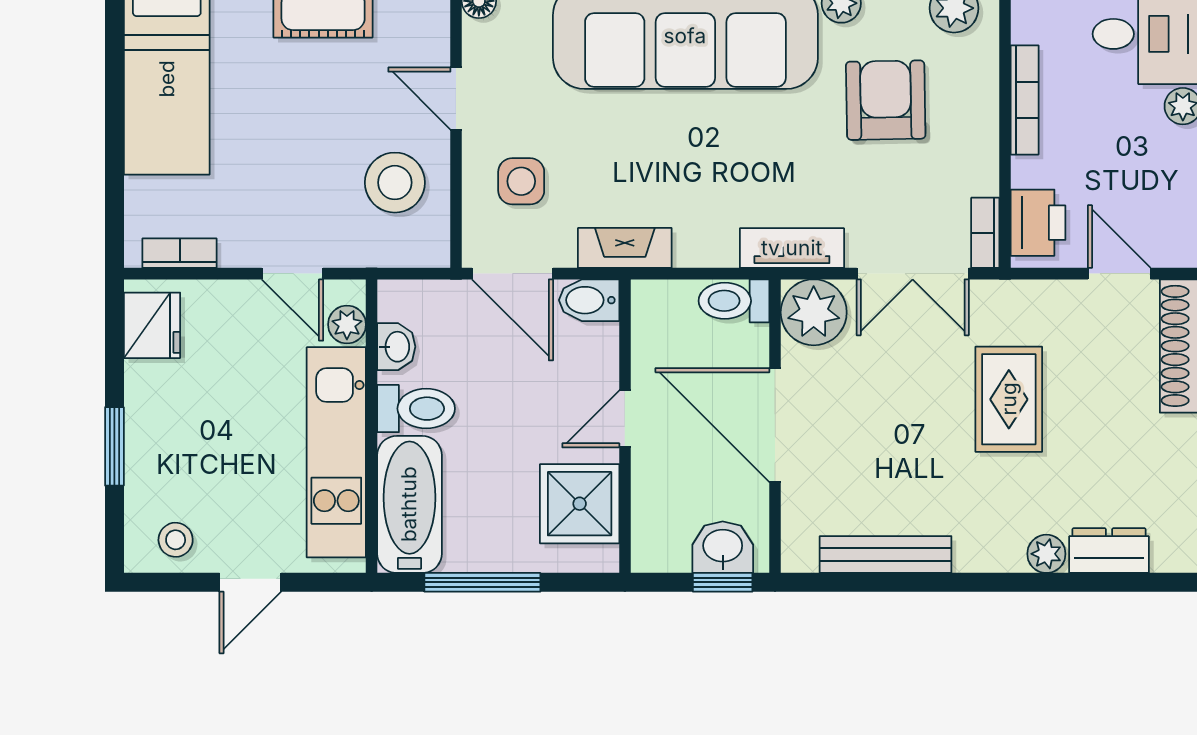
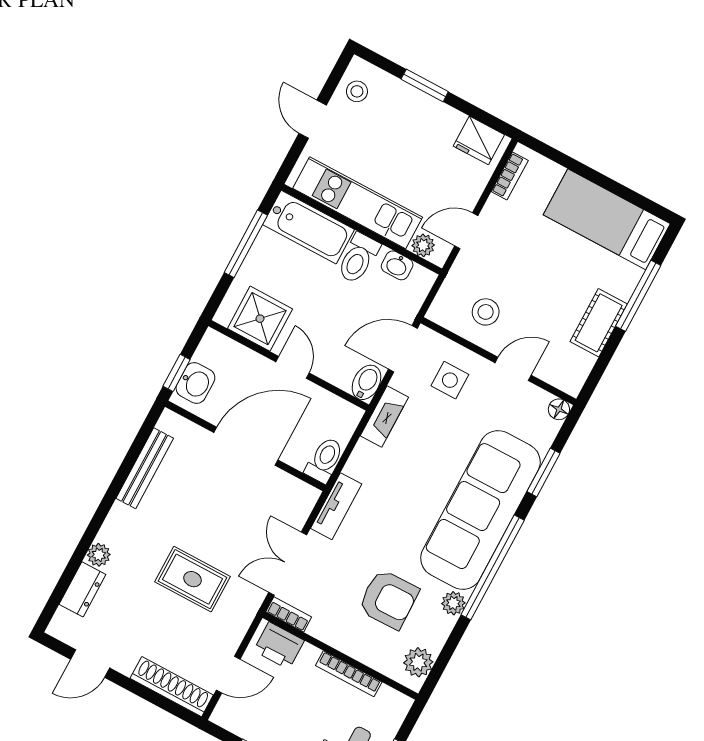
stool: (395, 183) -> (486, 312), width x0.73, depth x0.73
plant: (814, 312) -> (295, 499), removed

